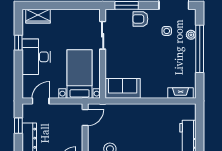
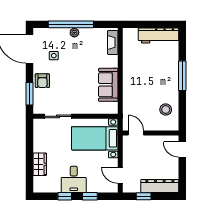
wardrobe: (38, 16) -> (40, 164), moved
plant: (191, 35) -> (74, 33), moved
desk: (36, 57) -> (74, 179), width x0.73
window: (18, 69) -> (90, 196), added
sofa: (123, 88) -> (108, 85), moved

